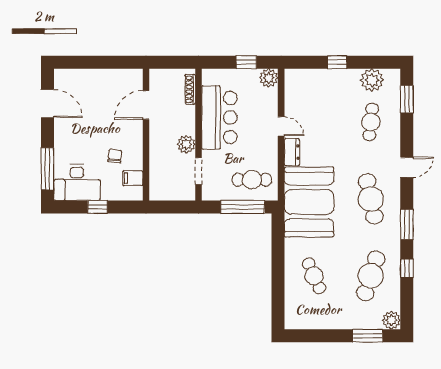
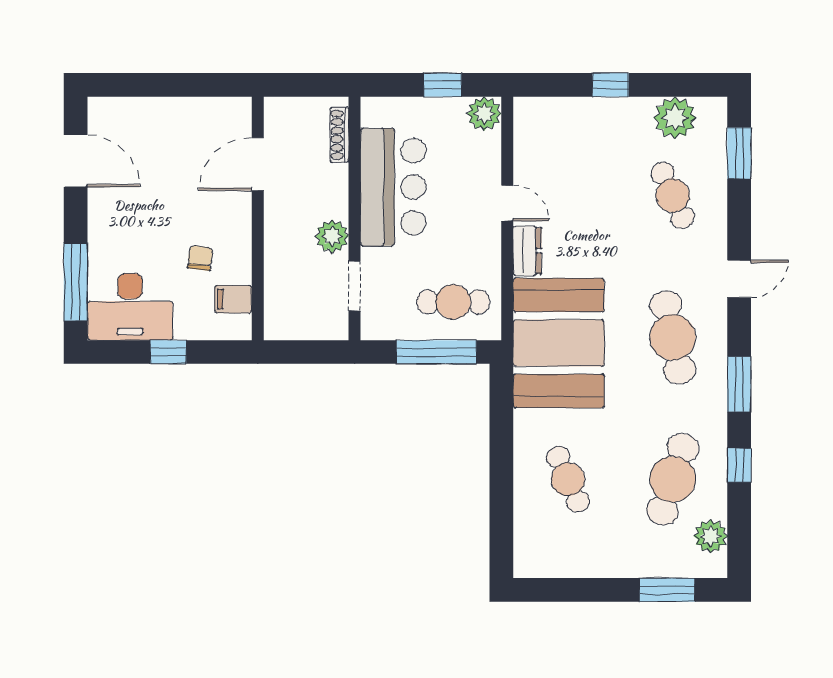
cafe table: (371, 122) -> (673, 195), turned -30
plant: (391, 320) -> (711, 536), moved

